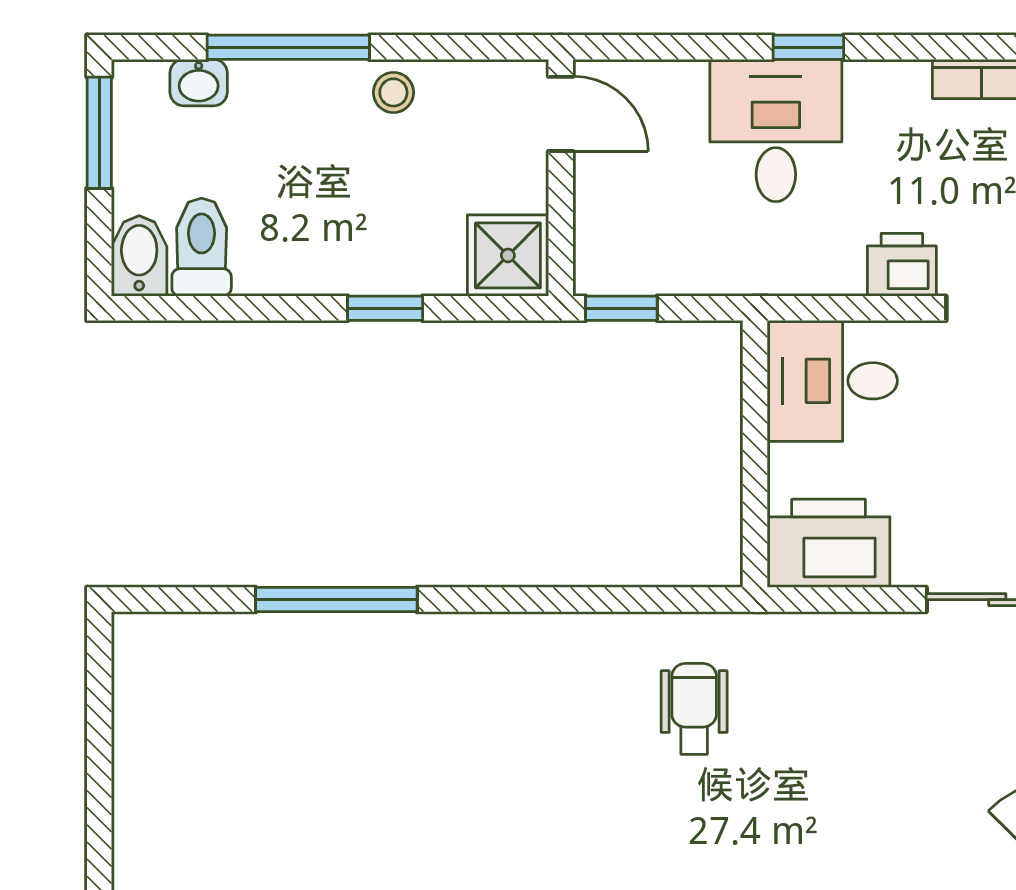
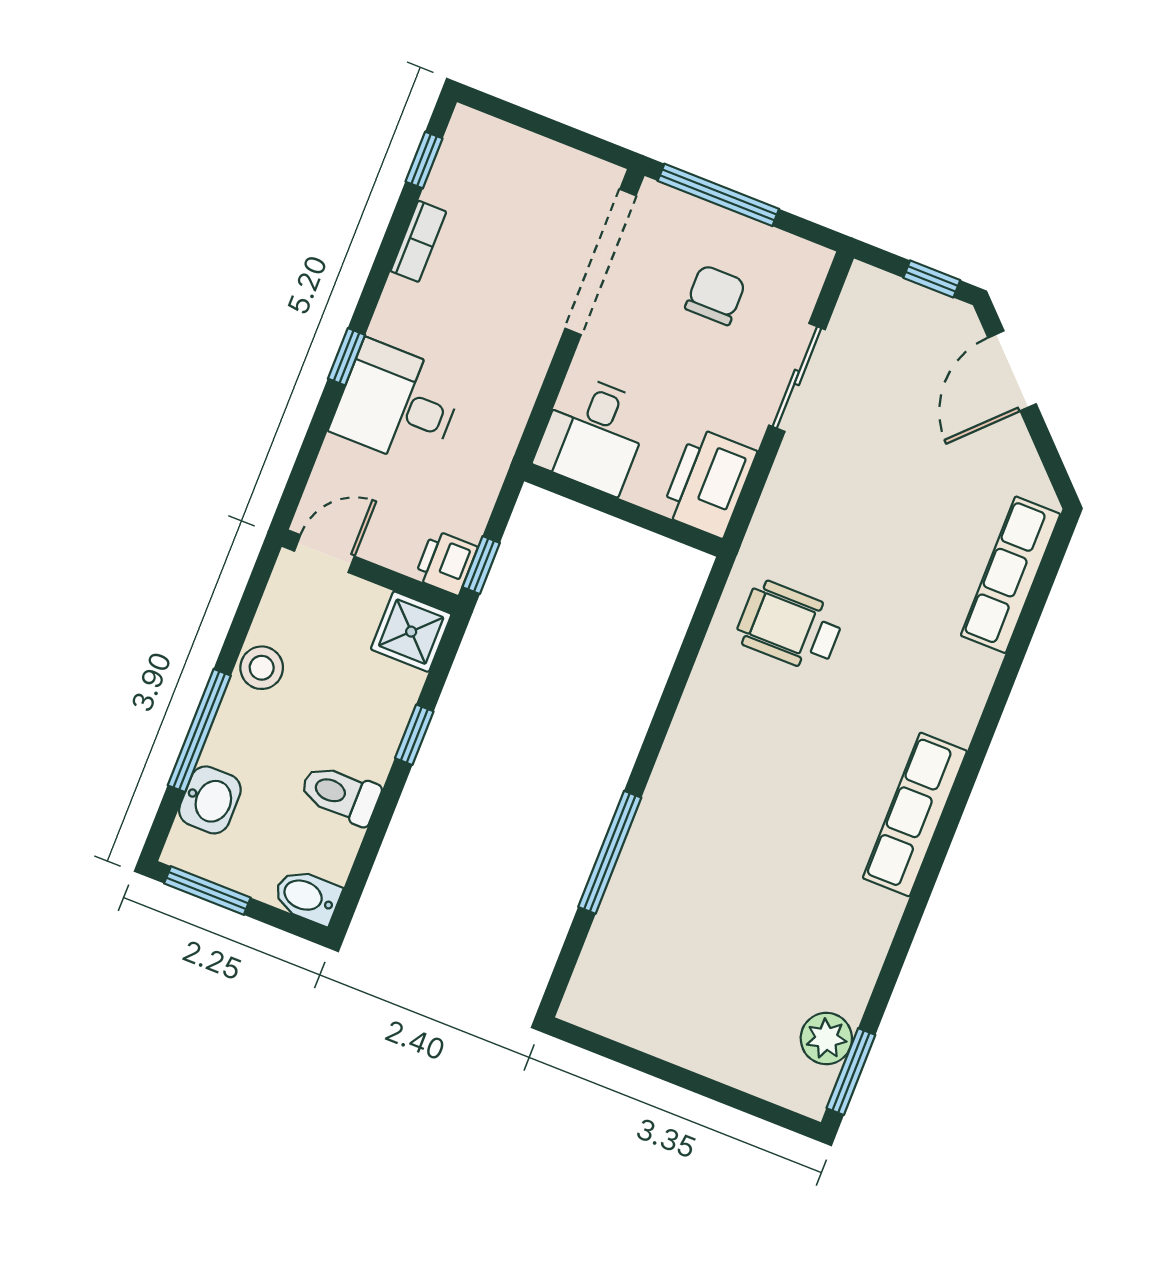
washbasin: (199, 83) -> (210, 800), width x1.38, depth x1.45
stool: (393, 92) -> (262, 668), width x1.37, depth x1.37
toilet: (202, 247) -> (340, 794), moved
printer: (902, 265) -> (446, 563), moved
wheelchair: (694, 709) -> (790, 626), width x1.36, depth x1.37

